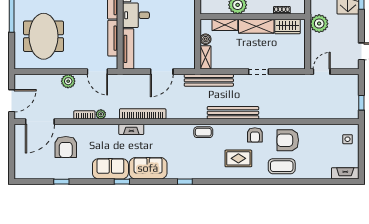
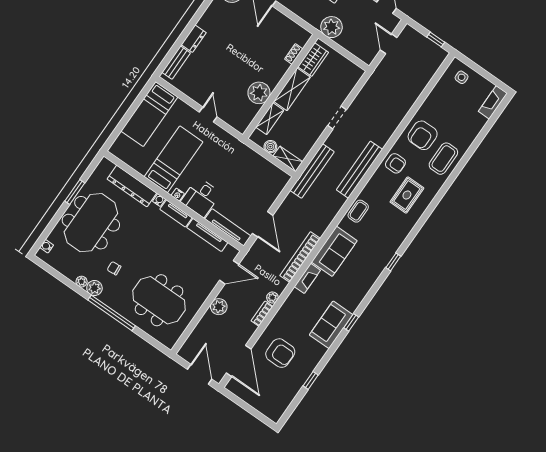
door: (162, 72) -> (263, 224), moved
door: (322, 72) -> (389, 44), moved
sofa: (148, 168) -> (334, 251), moved, turned 180

